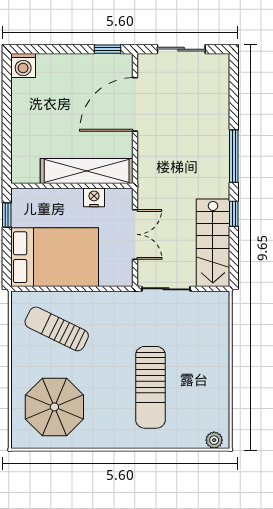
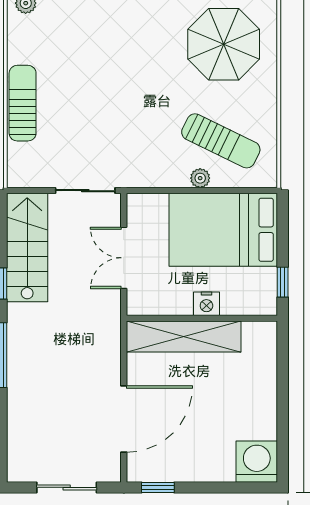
washing machine: (23, 66) -> (257, 462), width x1.37, depth x1.37
nightstand: (94, 197) -> (206, 304), moved
plant: (73, 299) -> (200, 178), added
sun lounger: (150, 387) -> (23, 103), moved, width x0.73, depth x0.75

